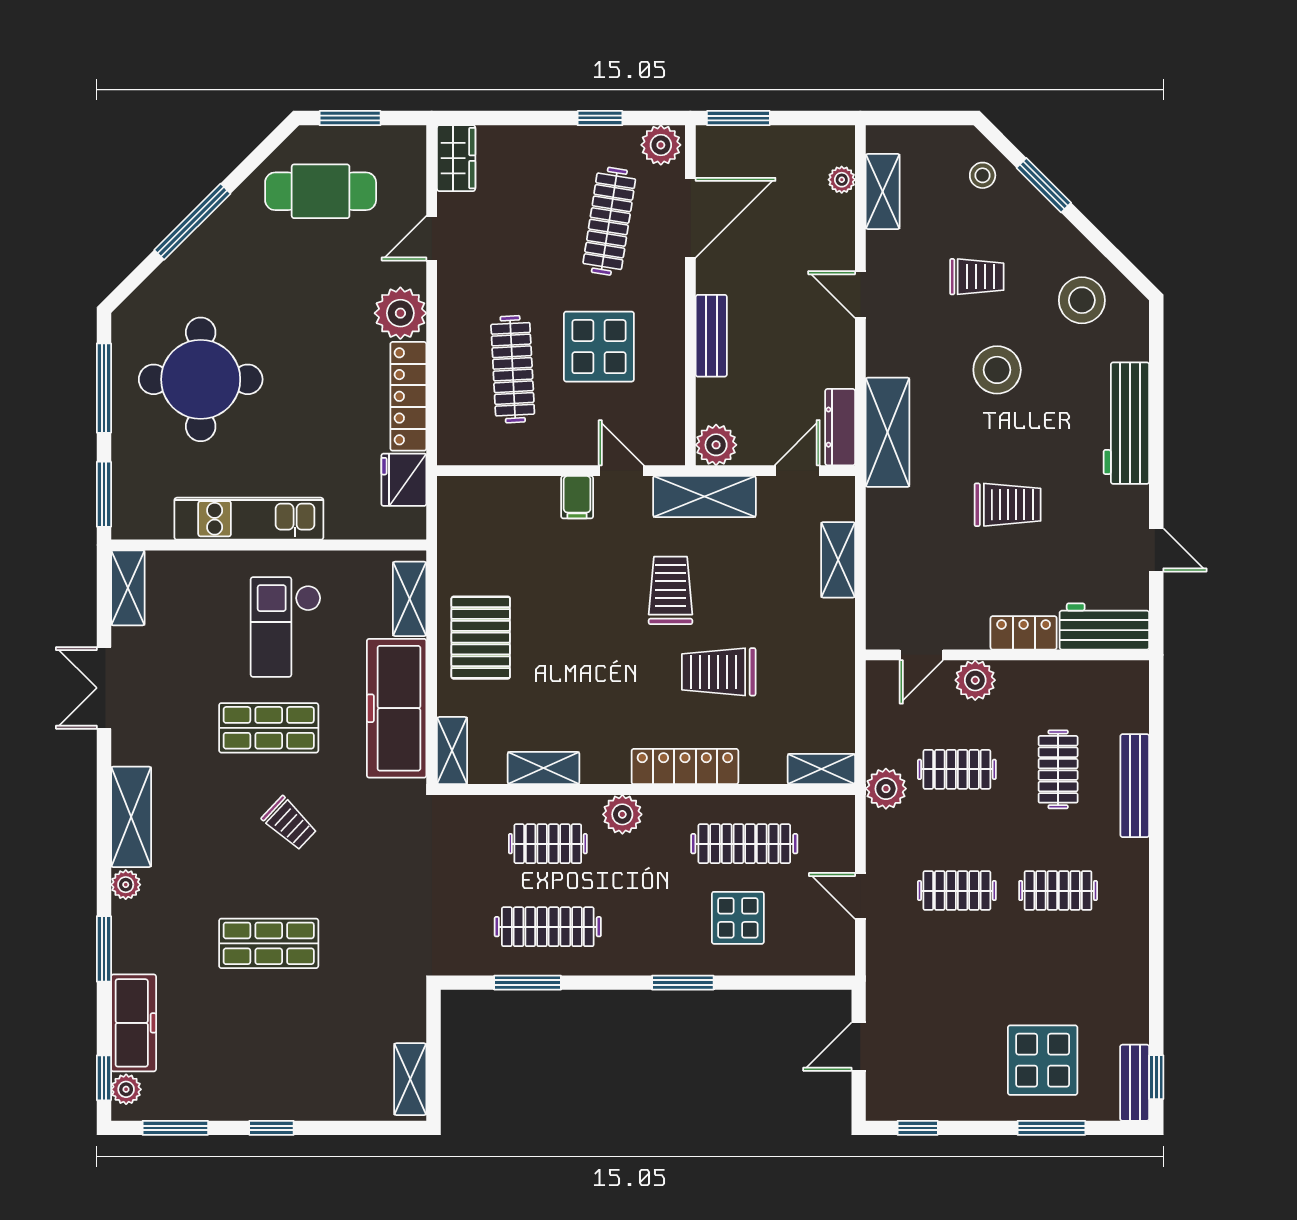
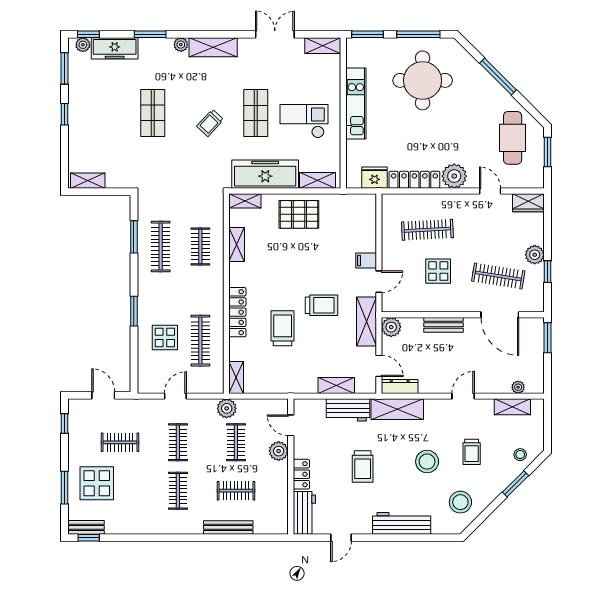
plant: (661, 145) -> (535, 255), moved
display table: (599, 347) -> (438, 271), width x0.73, depth x0.73
workbench: (889, 535) -> (348, 410), added
plant: (622, 814) -> (214, 282), removed
clothes rail: (957, 1012) -> (120, 442), added

